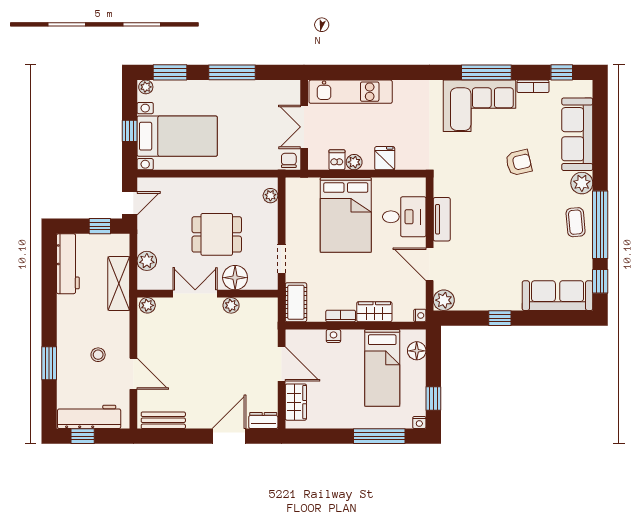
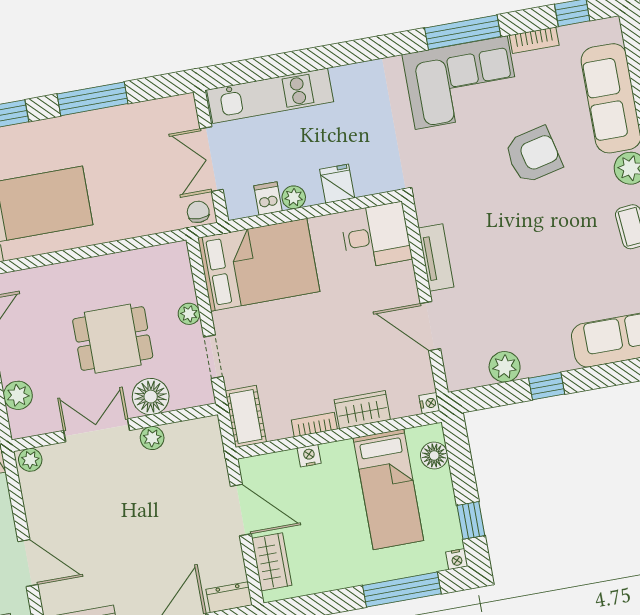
armchair: (519, 163) -> (533, 155), width x1.38, depth x1.38
plant: (270, 196) -> (189, 314), moved
bed: (346, 215) -> (259, 265), moved, turned -90
desk: (404, 217) -> (376, 236), moved
plant: (444, 300) -> (505, 367), moved

